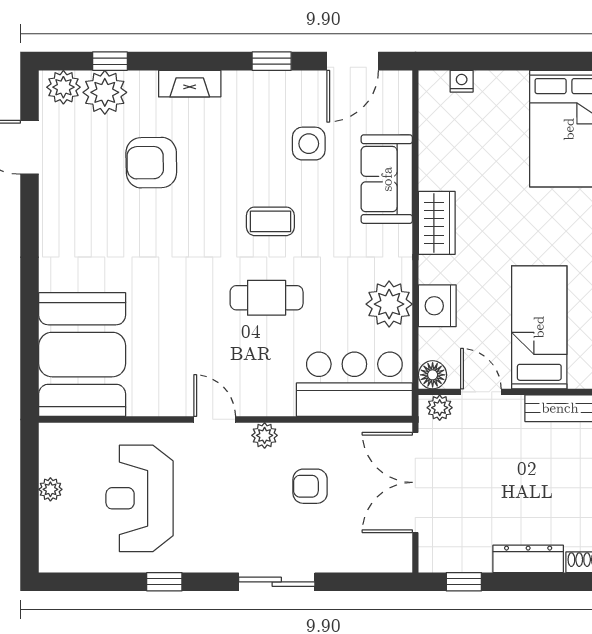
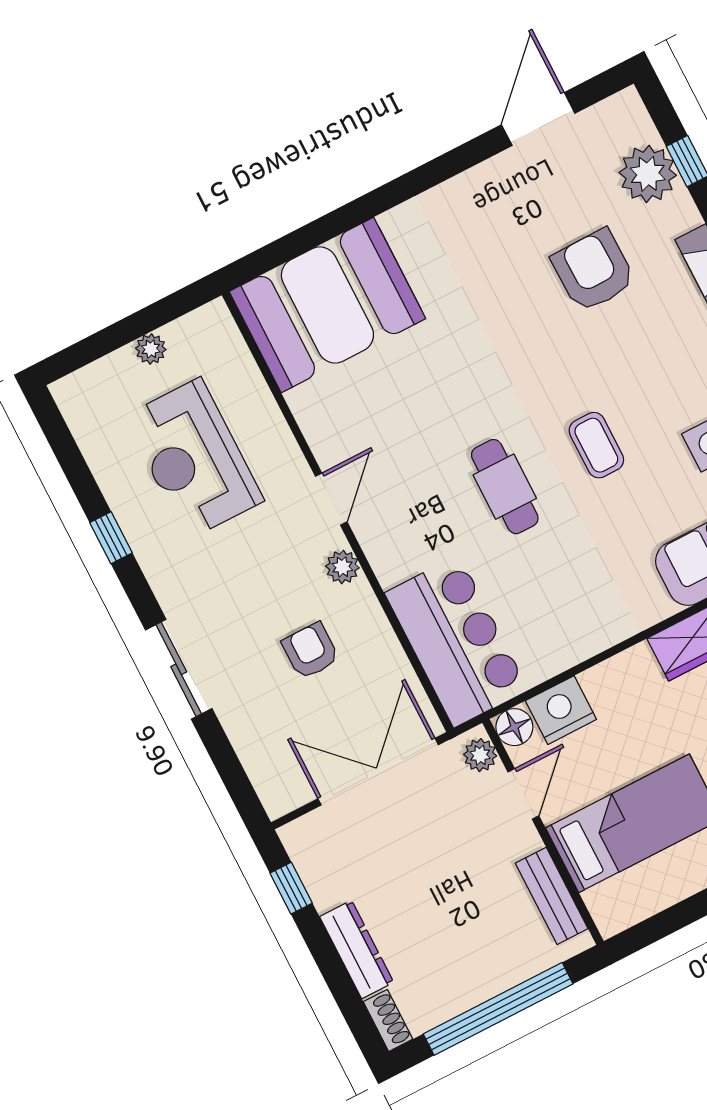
plant: (63, 87) -> (629, 123), removed
plant: (389, 304) -> (571, 634), removed
nightstand: (437, 306) -> (561, 710), moved
reception desk: (140, 498) -> (194, 459), turned -90

